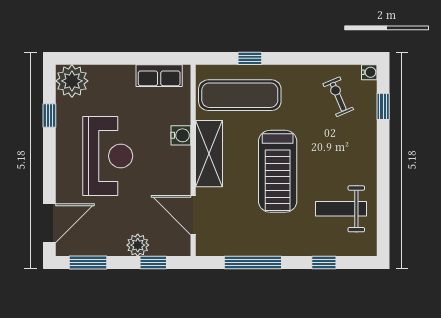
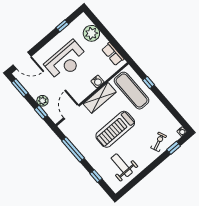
plant: (72, 81) -> (91, 33), moved
exercise bike: (338, 97) -> (159, 142), moved

